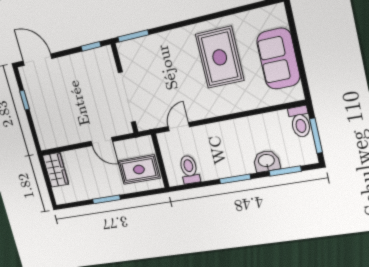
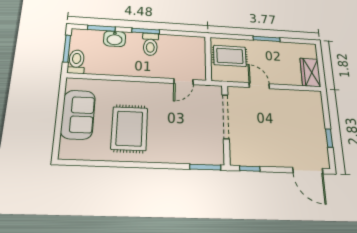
toilet: (189, 170) -> (150, 44), moved

